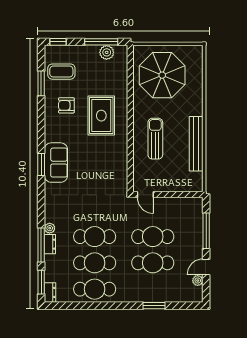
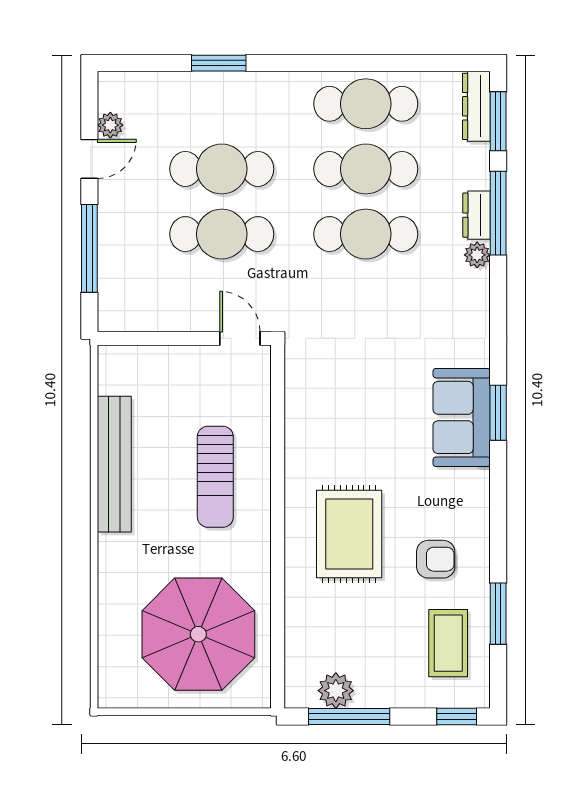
coffee table: (61, 72) -> (448, 643), turned 90
dresser: (50, 292) -> (476, 106), width x1.44

